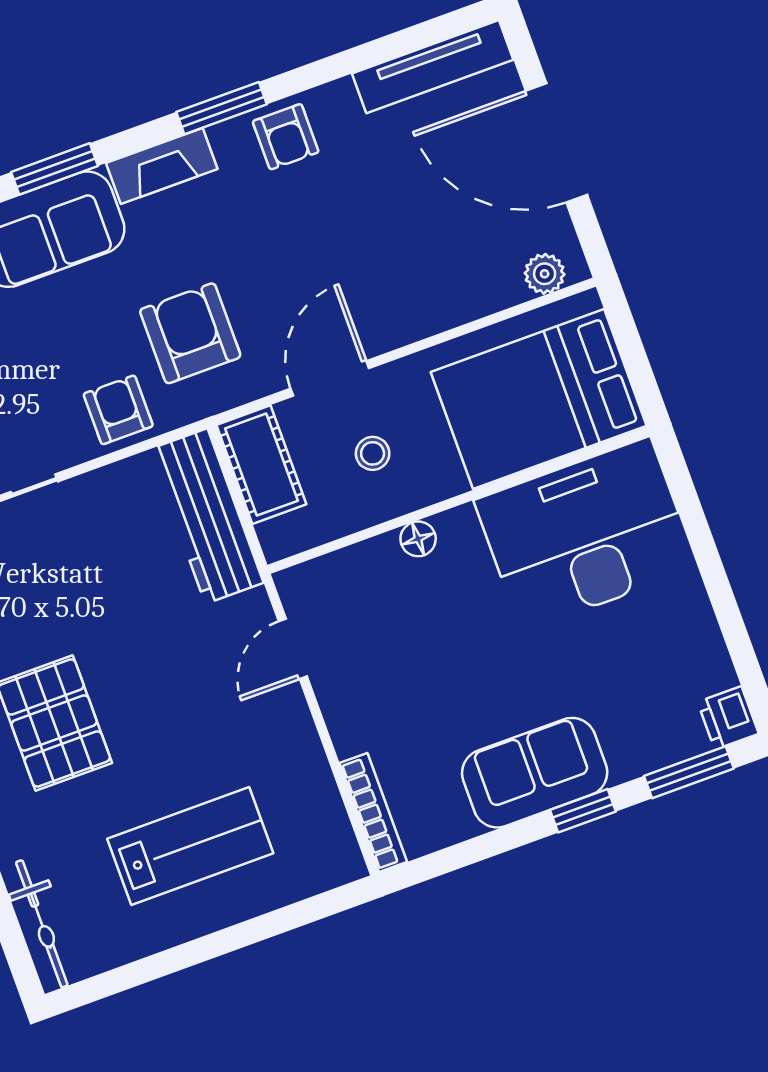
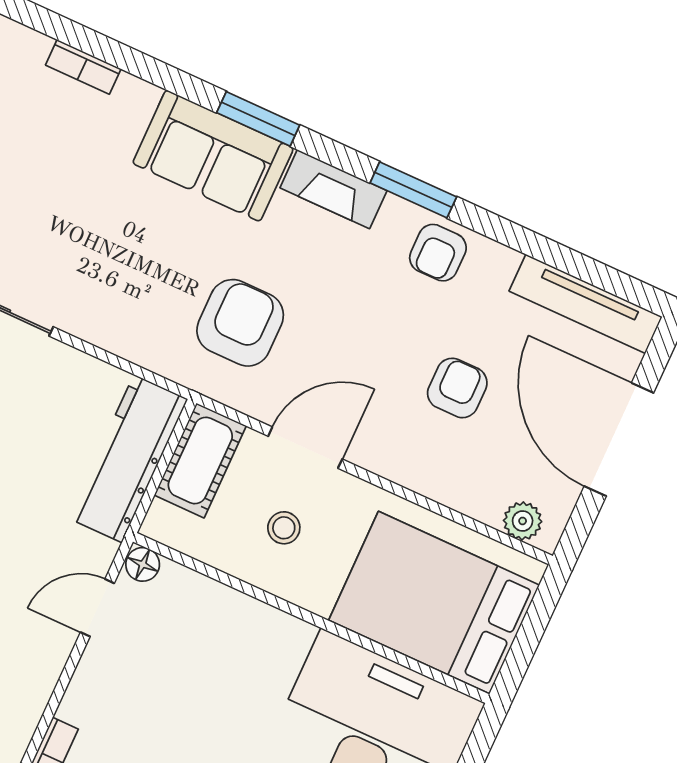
armchair: (118, 410) -> (457, 388), moved
floor lamp: (418, 539) -> (143, 564), moved

